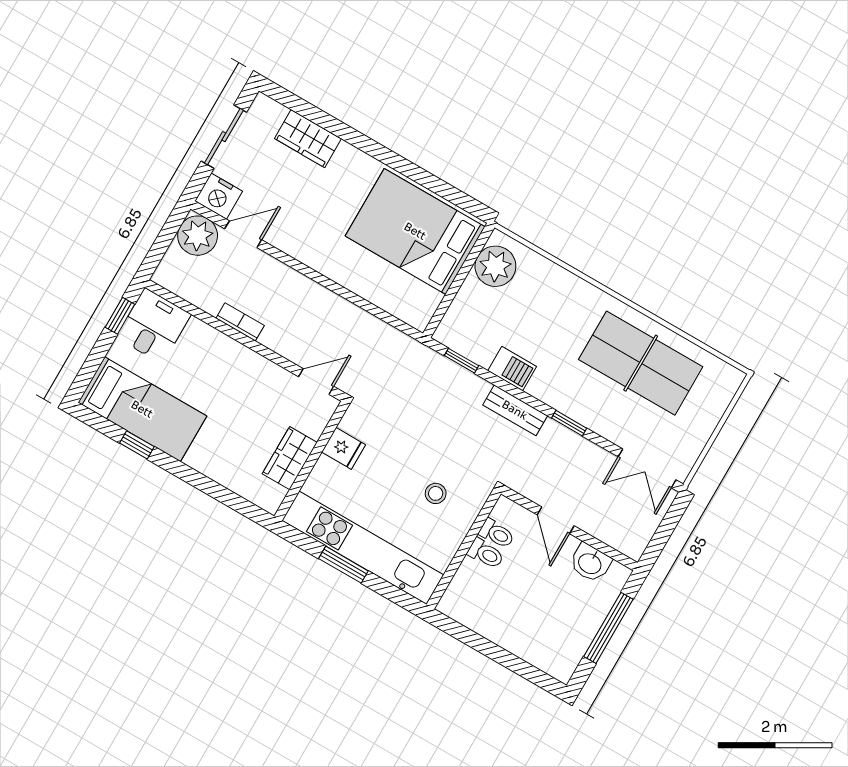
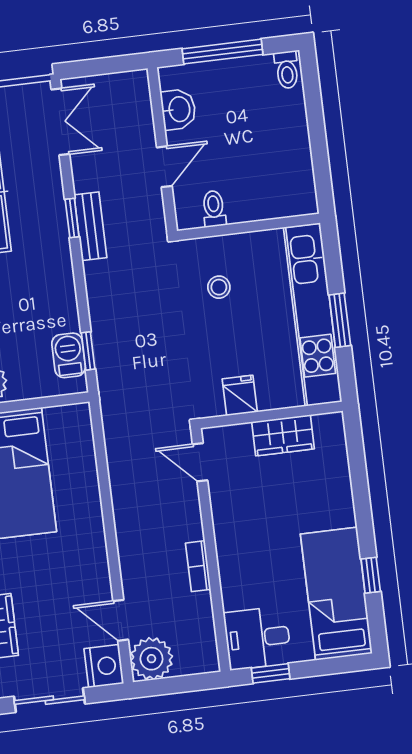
barbecue: (512, 369) -> (69, 355), moved
bench: (515, 410) -> (90, 226), moved
toilet: (486, 554) -> (287, 70), moved, turned 180

